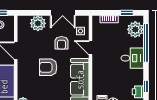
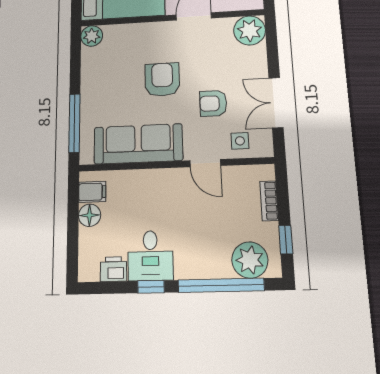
plant: (38, 23) -> (250, 30), moved
door: (90, 48) -> (205, 163), swing flipped
desk: (132, 58) -> (150, 256), moved
window: (146, 86) -> (151, 287), moved

